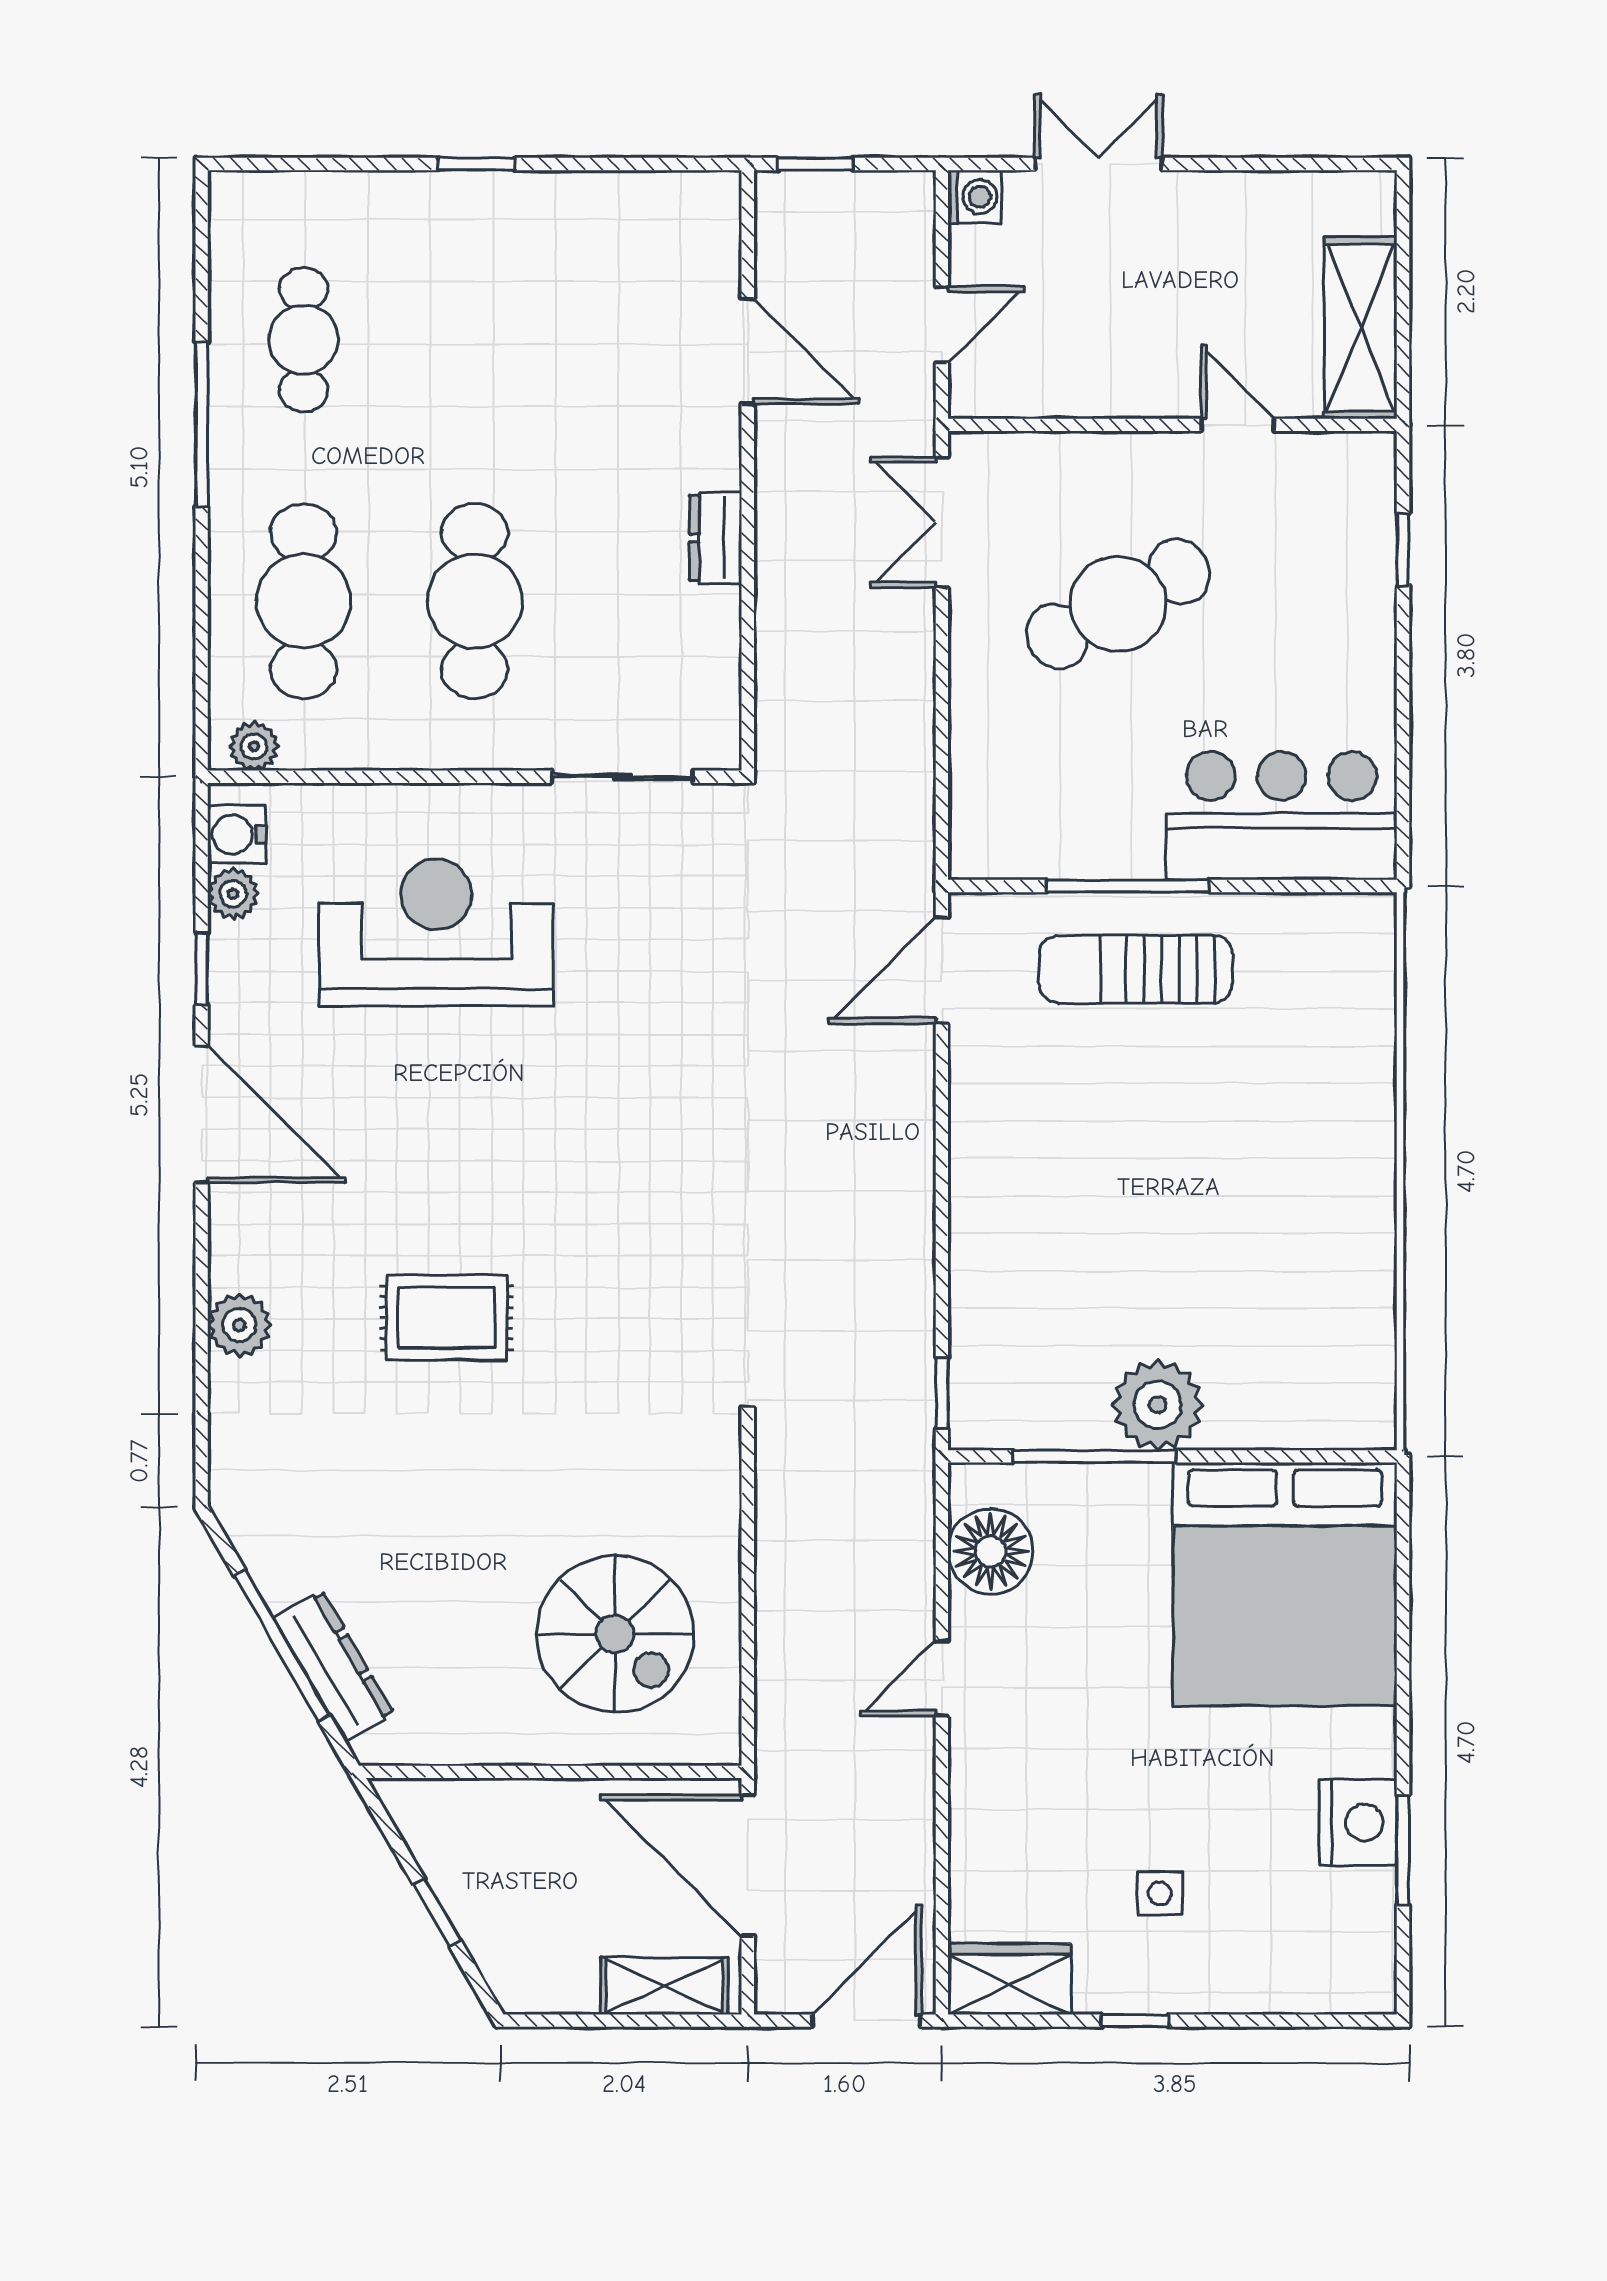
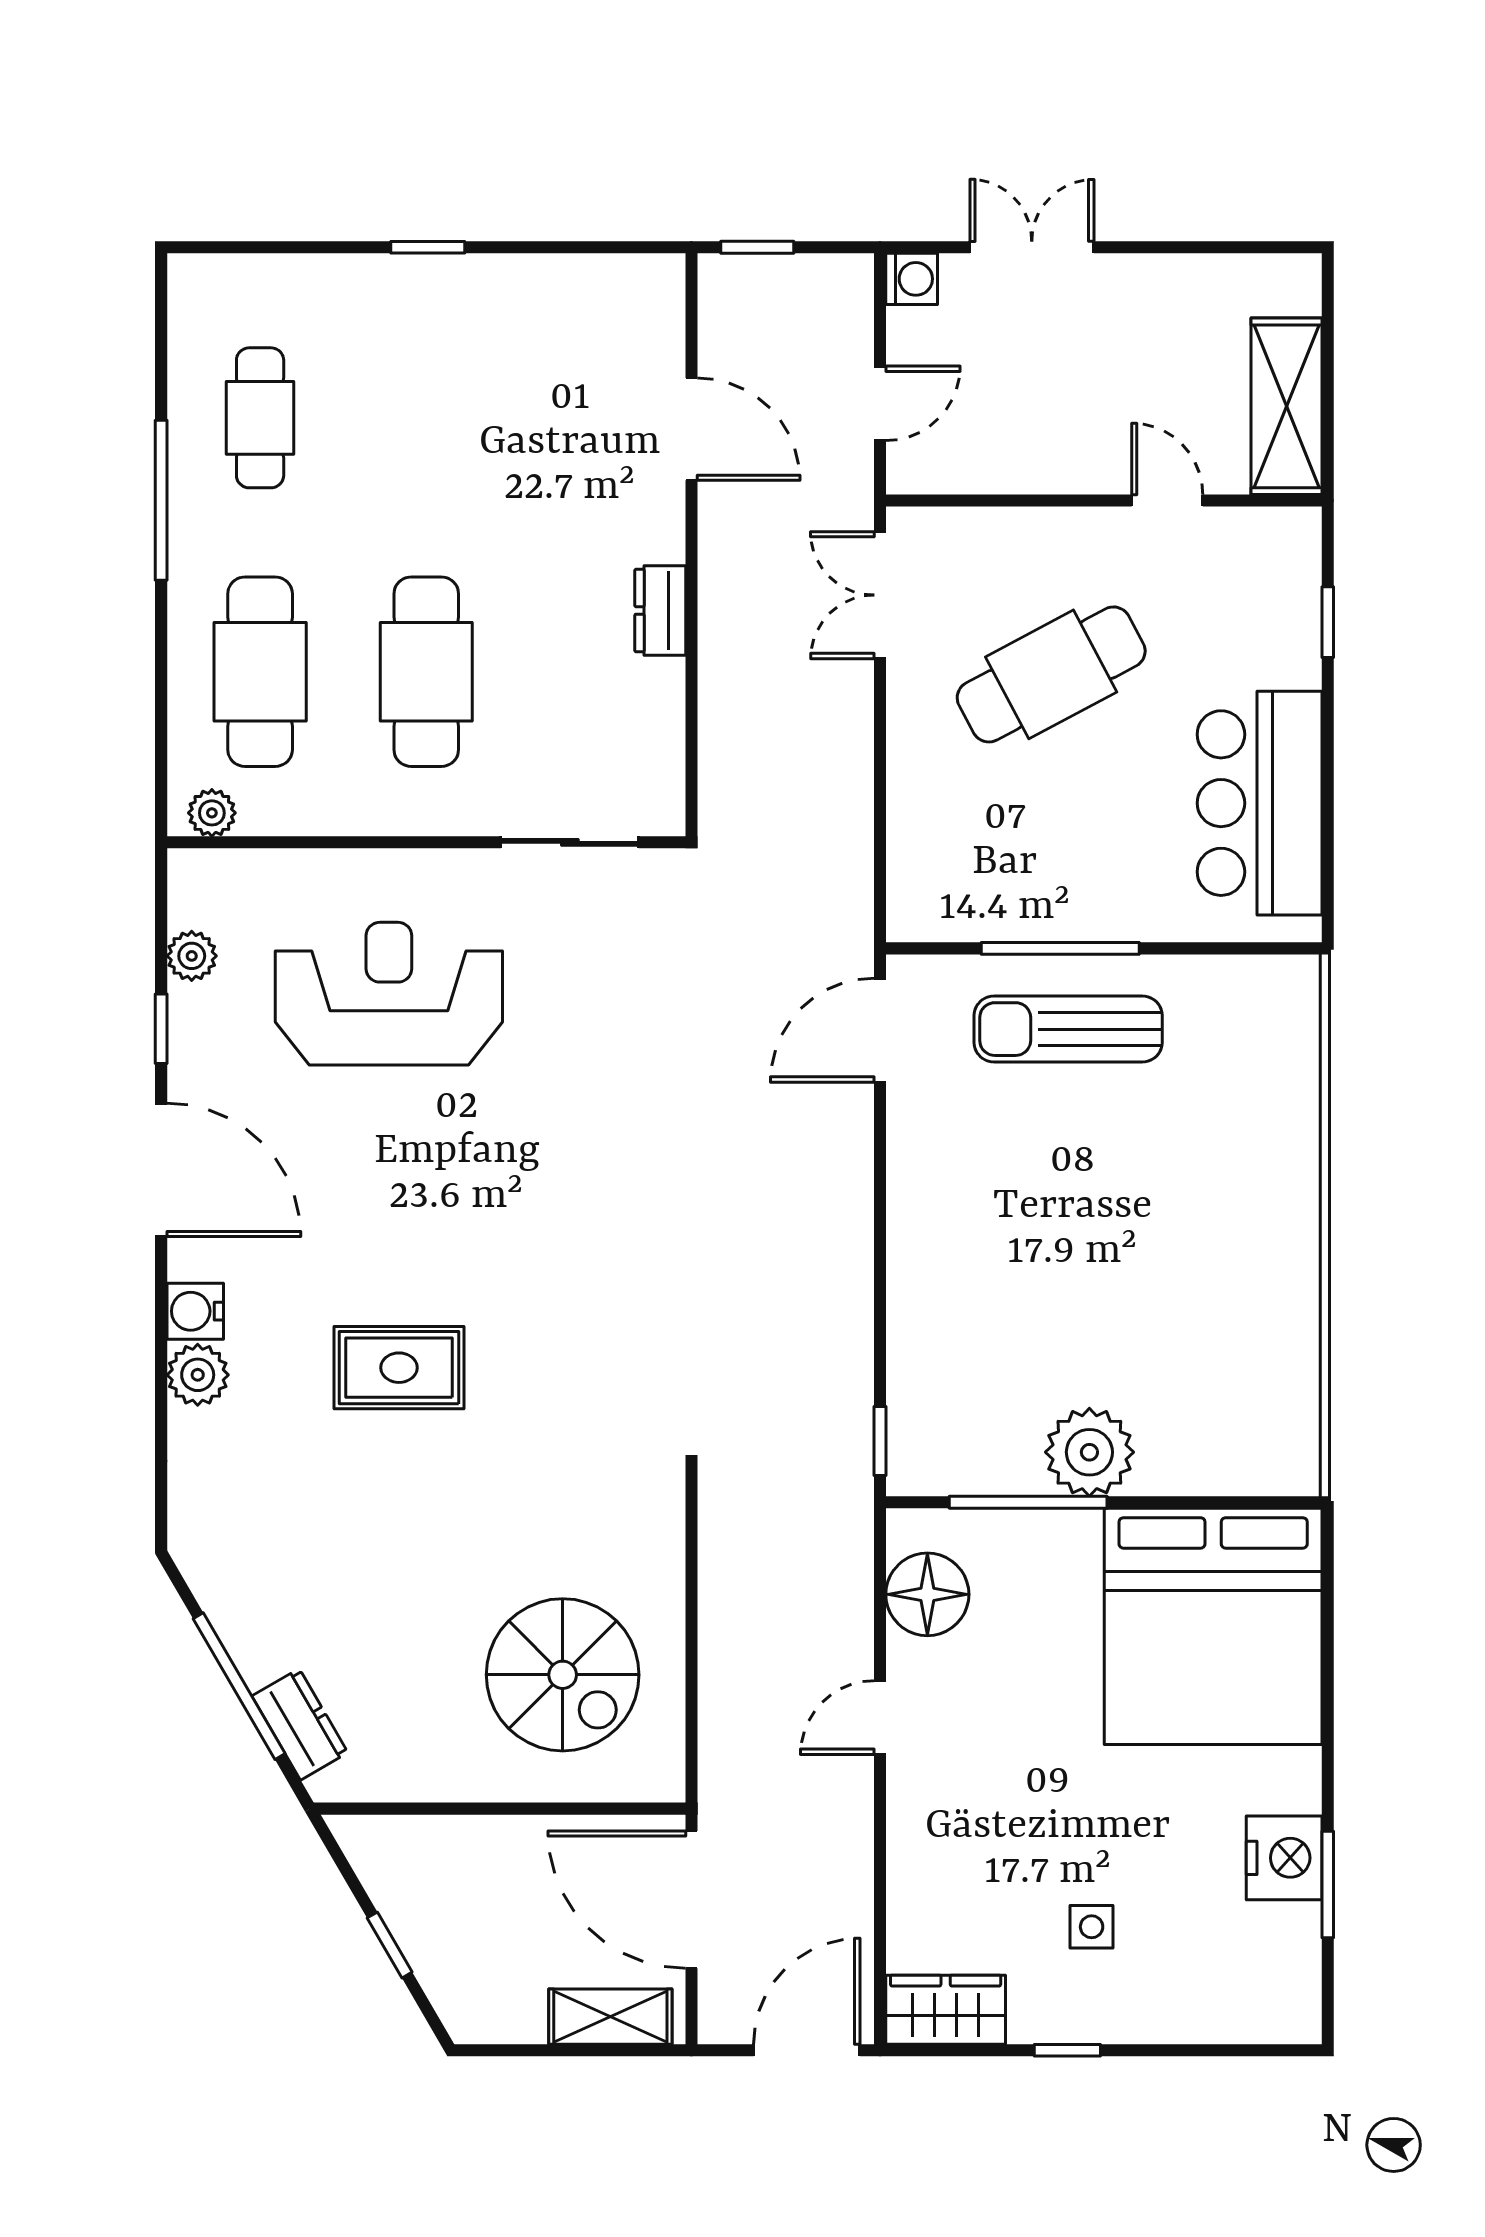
bar counter: (1282, 816) -> (1260, 803), moved, turned -90
water cooler: (237, 835) -> (195, 1311), moved
dresser: (334, 1666) -> (300, 1724), width x0.70

